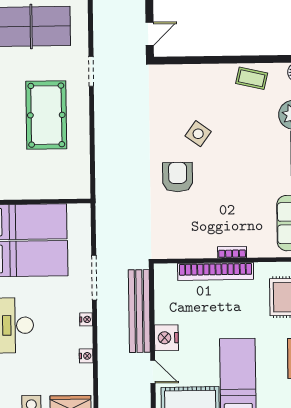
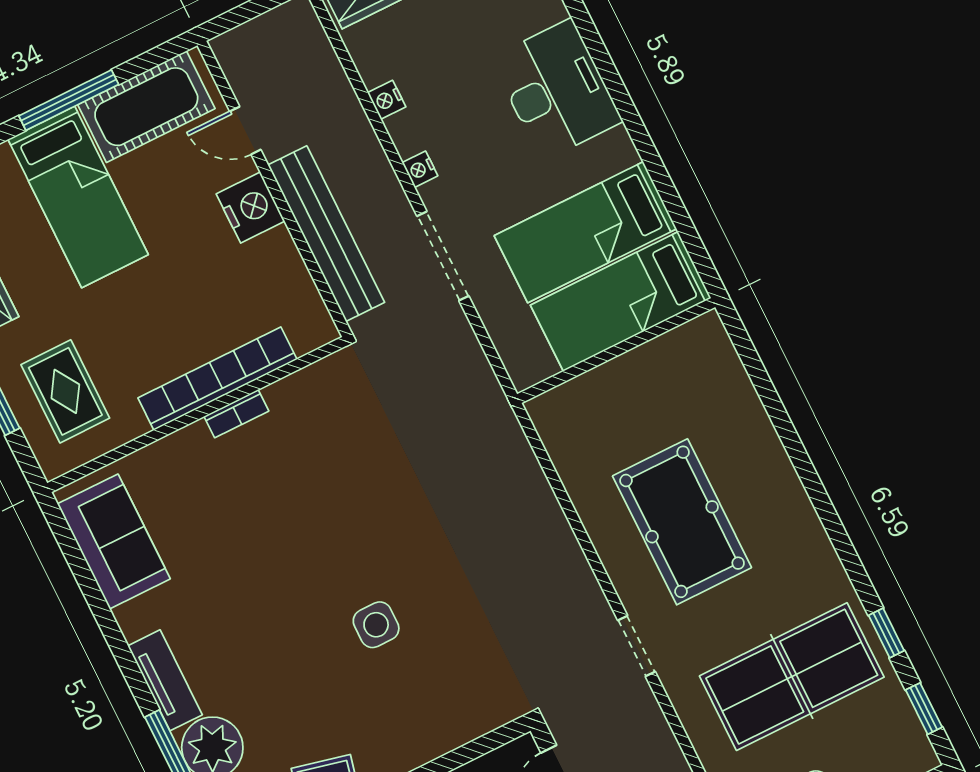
side table: (198, 134) -> (376, 625), turned -36
armchair: (178, 177) -> (376, 524), removed
bookcase: (232, 252) -> (236, 414), moved

